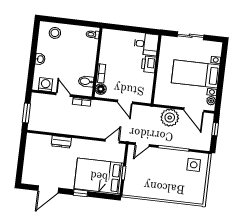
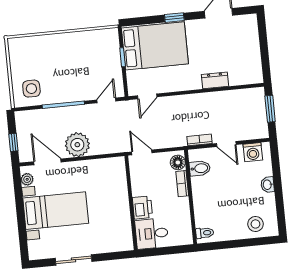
desk: (146, 44) -> (152, 234), moved
printer: (149, 64) -> (142, 208), moved
wall: (156, 69) -> (131, 203), moved

